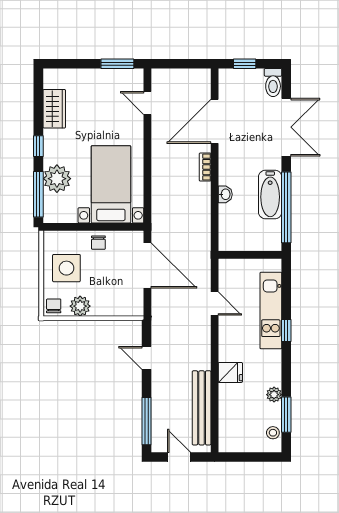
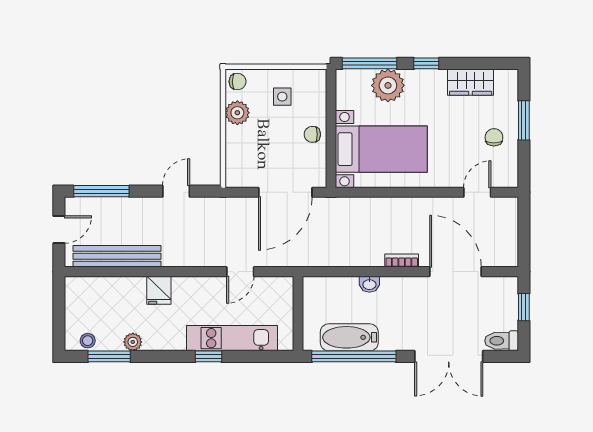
window: (117, 64) -> (524, 120), moved
chair: (101, 89) -> (494, 137), added
bathtub: (270, 194) -> (349, 337), moved
side table: (66, 268) -> (282, 97), width x0.54, depth x0.54

